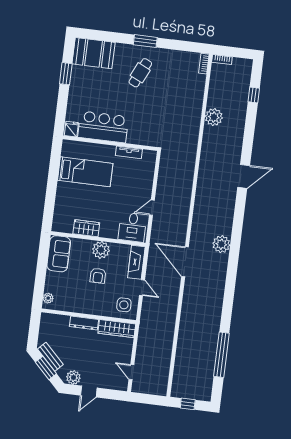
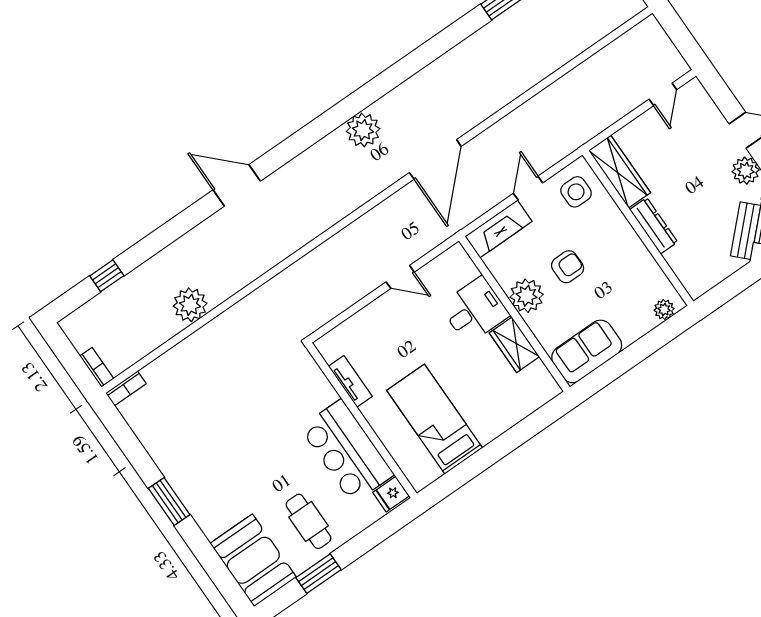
cafe table: (140, 73) -> (308, 521), moved, turned 65
desk: (132, 227) -> (475, 310), moved

